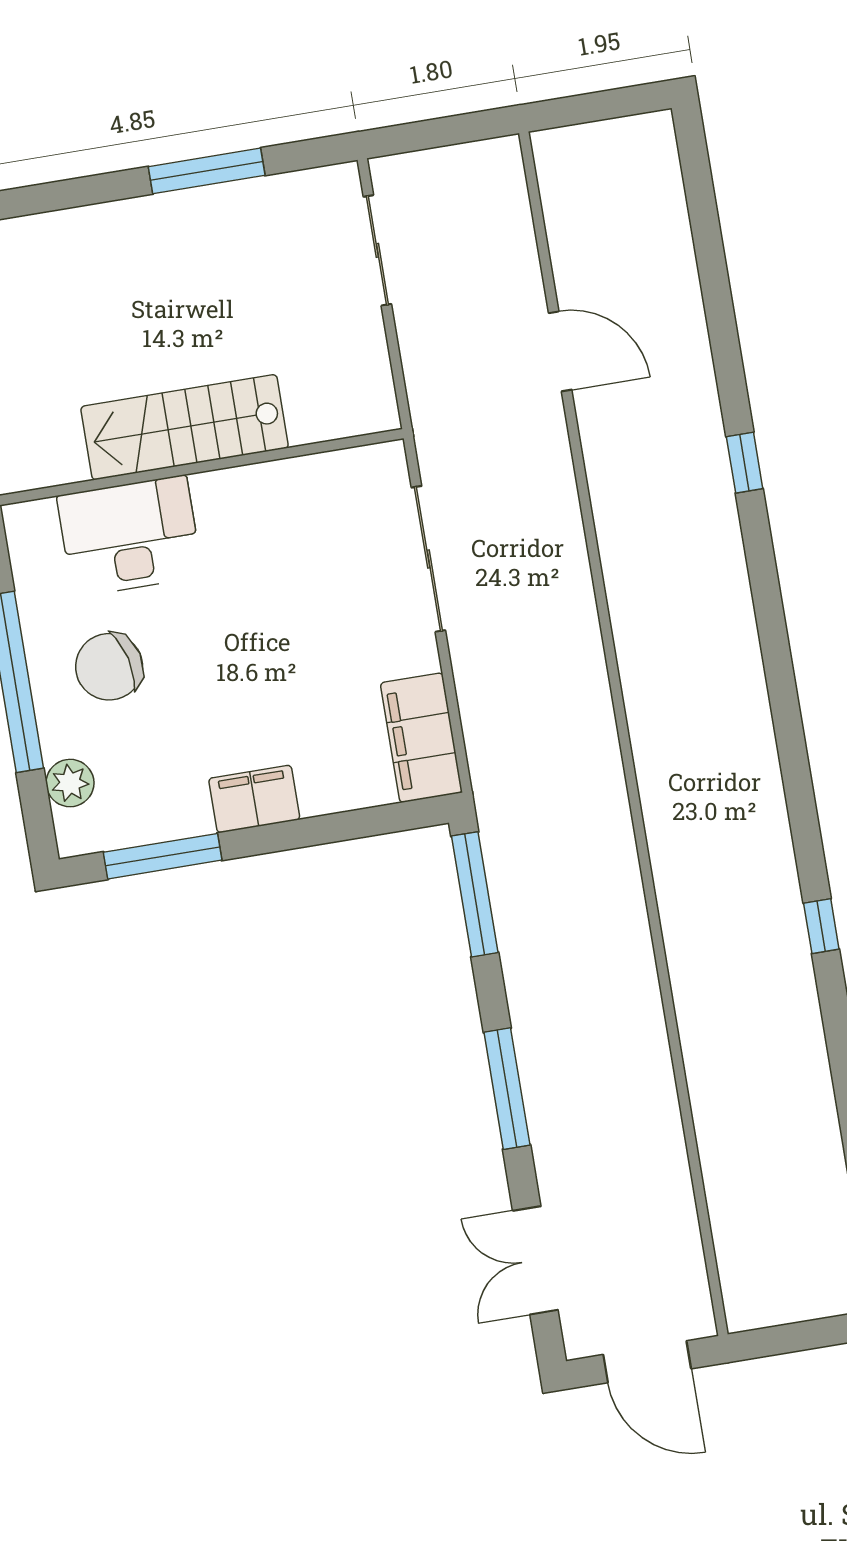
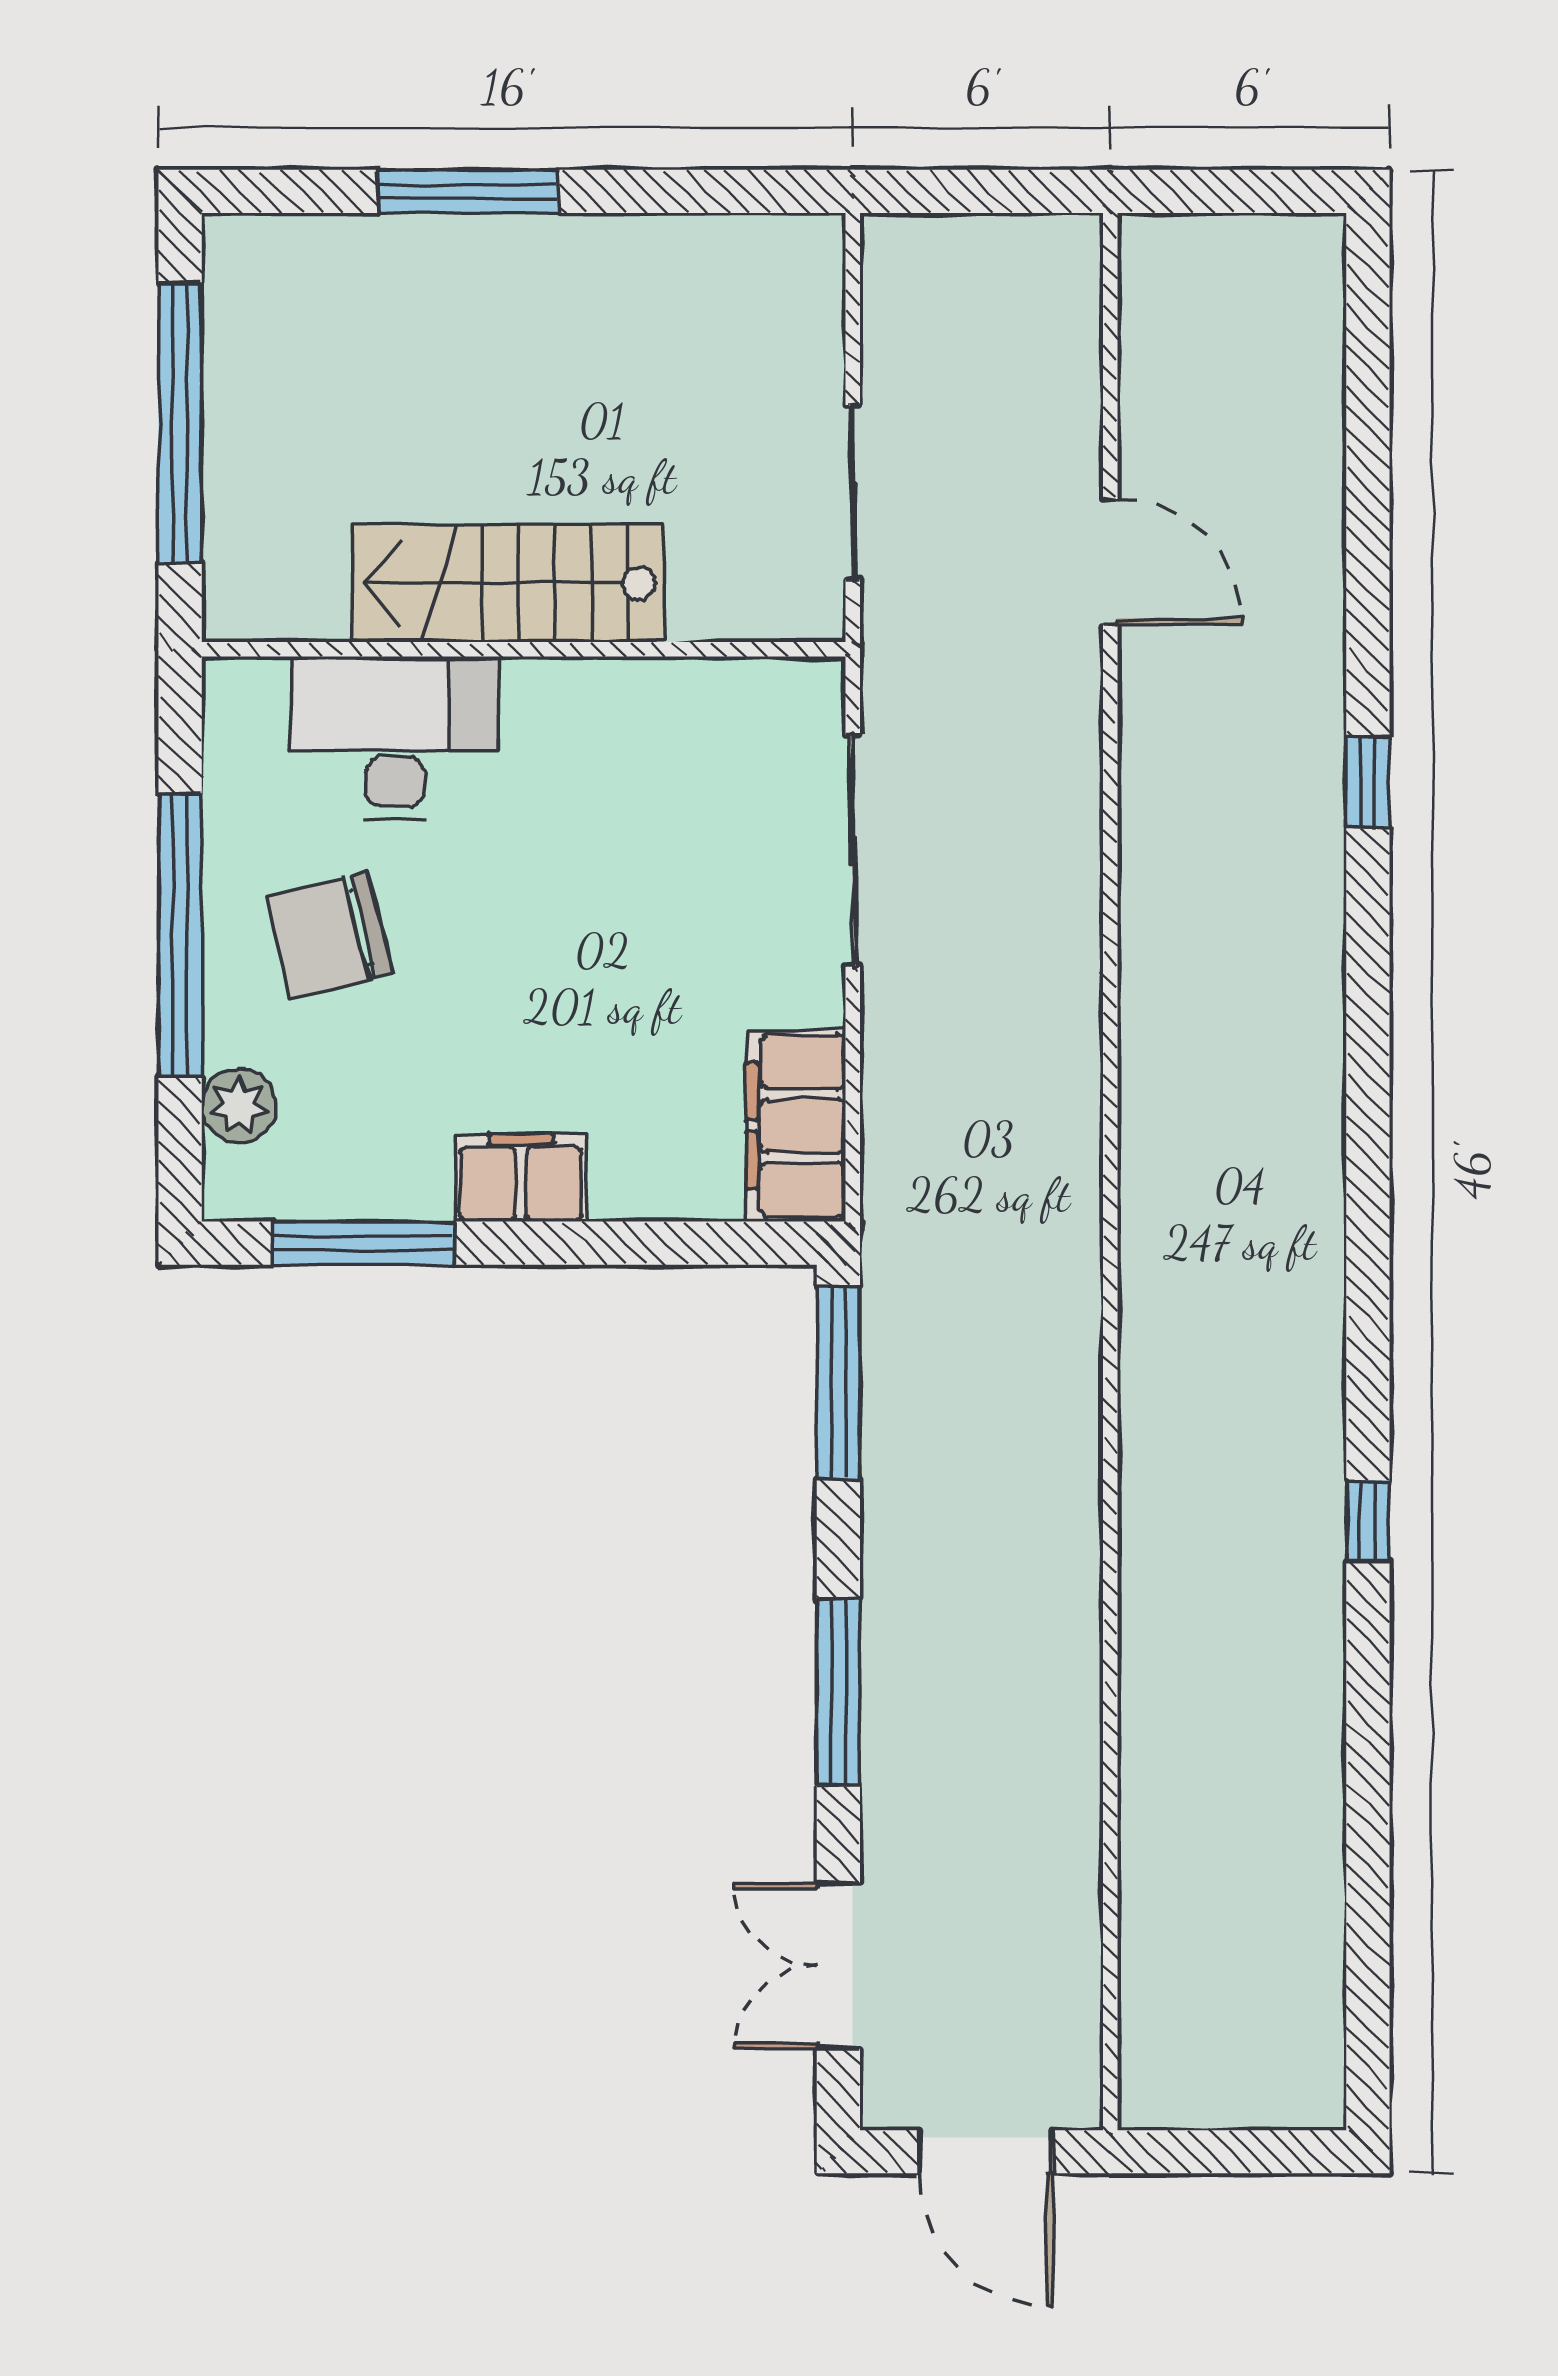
window: (207, 171) -> (468, 191), moved
sliding door: (377, 250) -> (853, 492), moved

